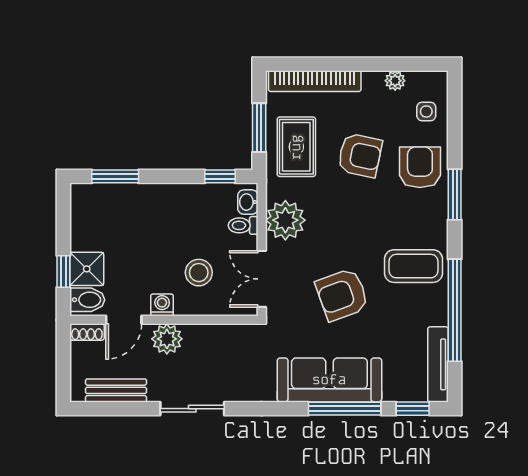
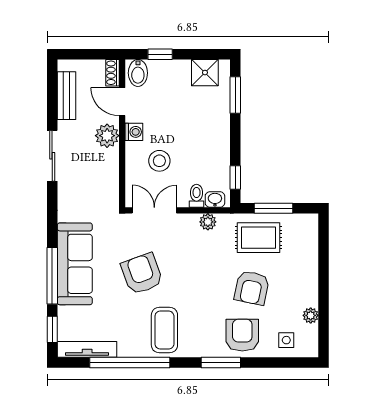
bookcase: (315, 81) -> (310, 252), removed
armchair: (420, 167) -> (242, 335), turned -90
plant: (285, 220) -> (208, 222), width x0.53, depth x0.53
shower: (87, 269) -> (205, 73), moved

